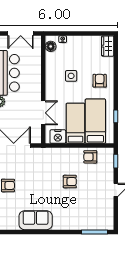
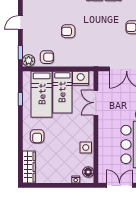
wardrobe: (108, 46) -> (29, 167), width x1.50
side table: (71, 76) -> (86, 147), moved
plant: (108, 153) -> (29, 61), added

